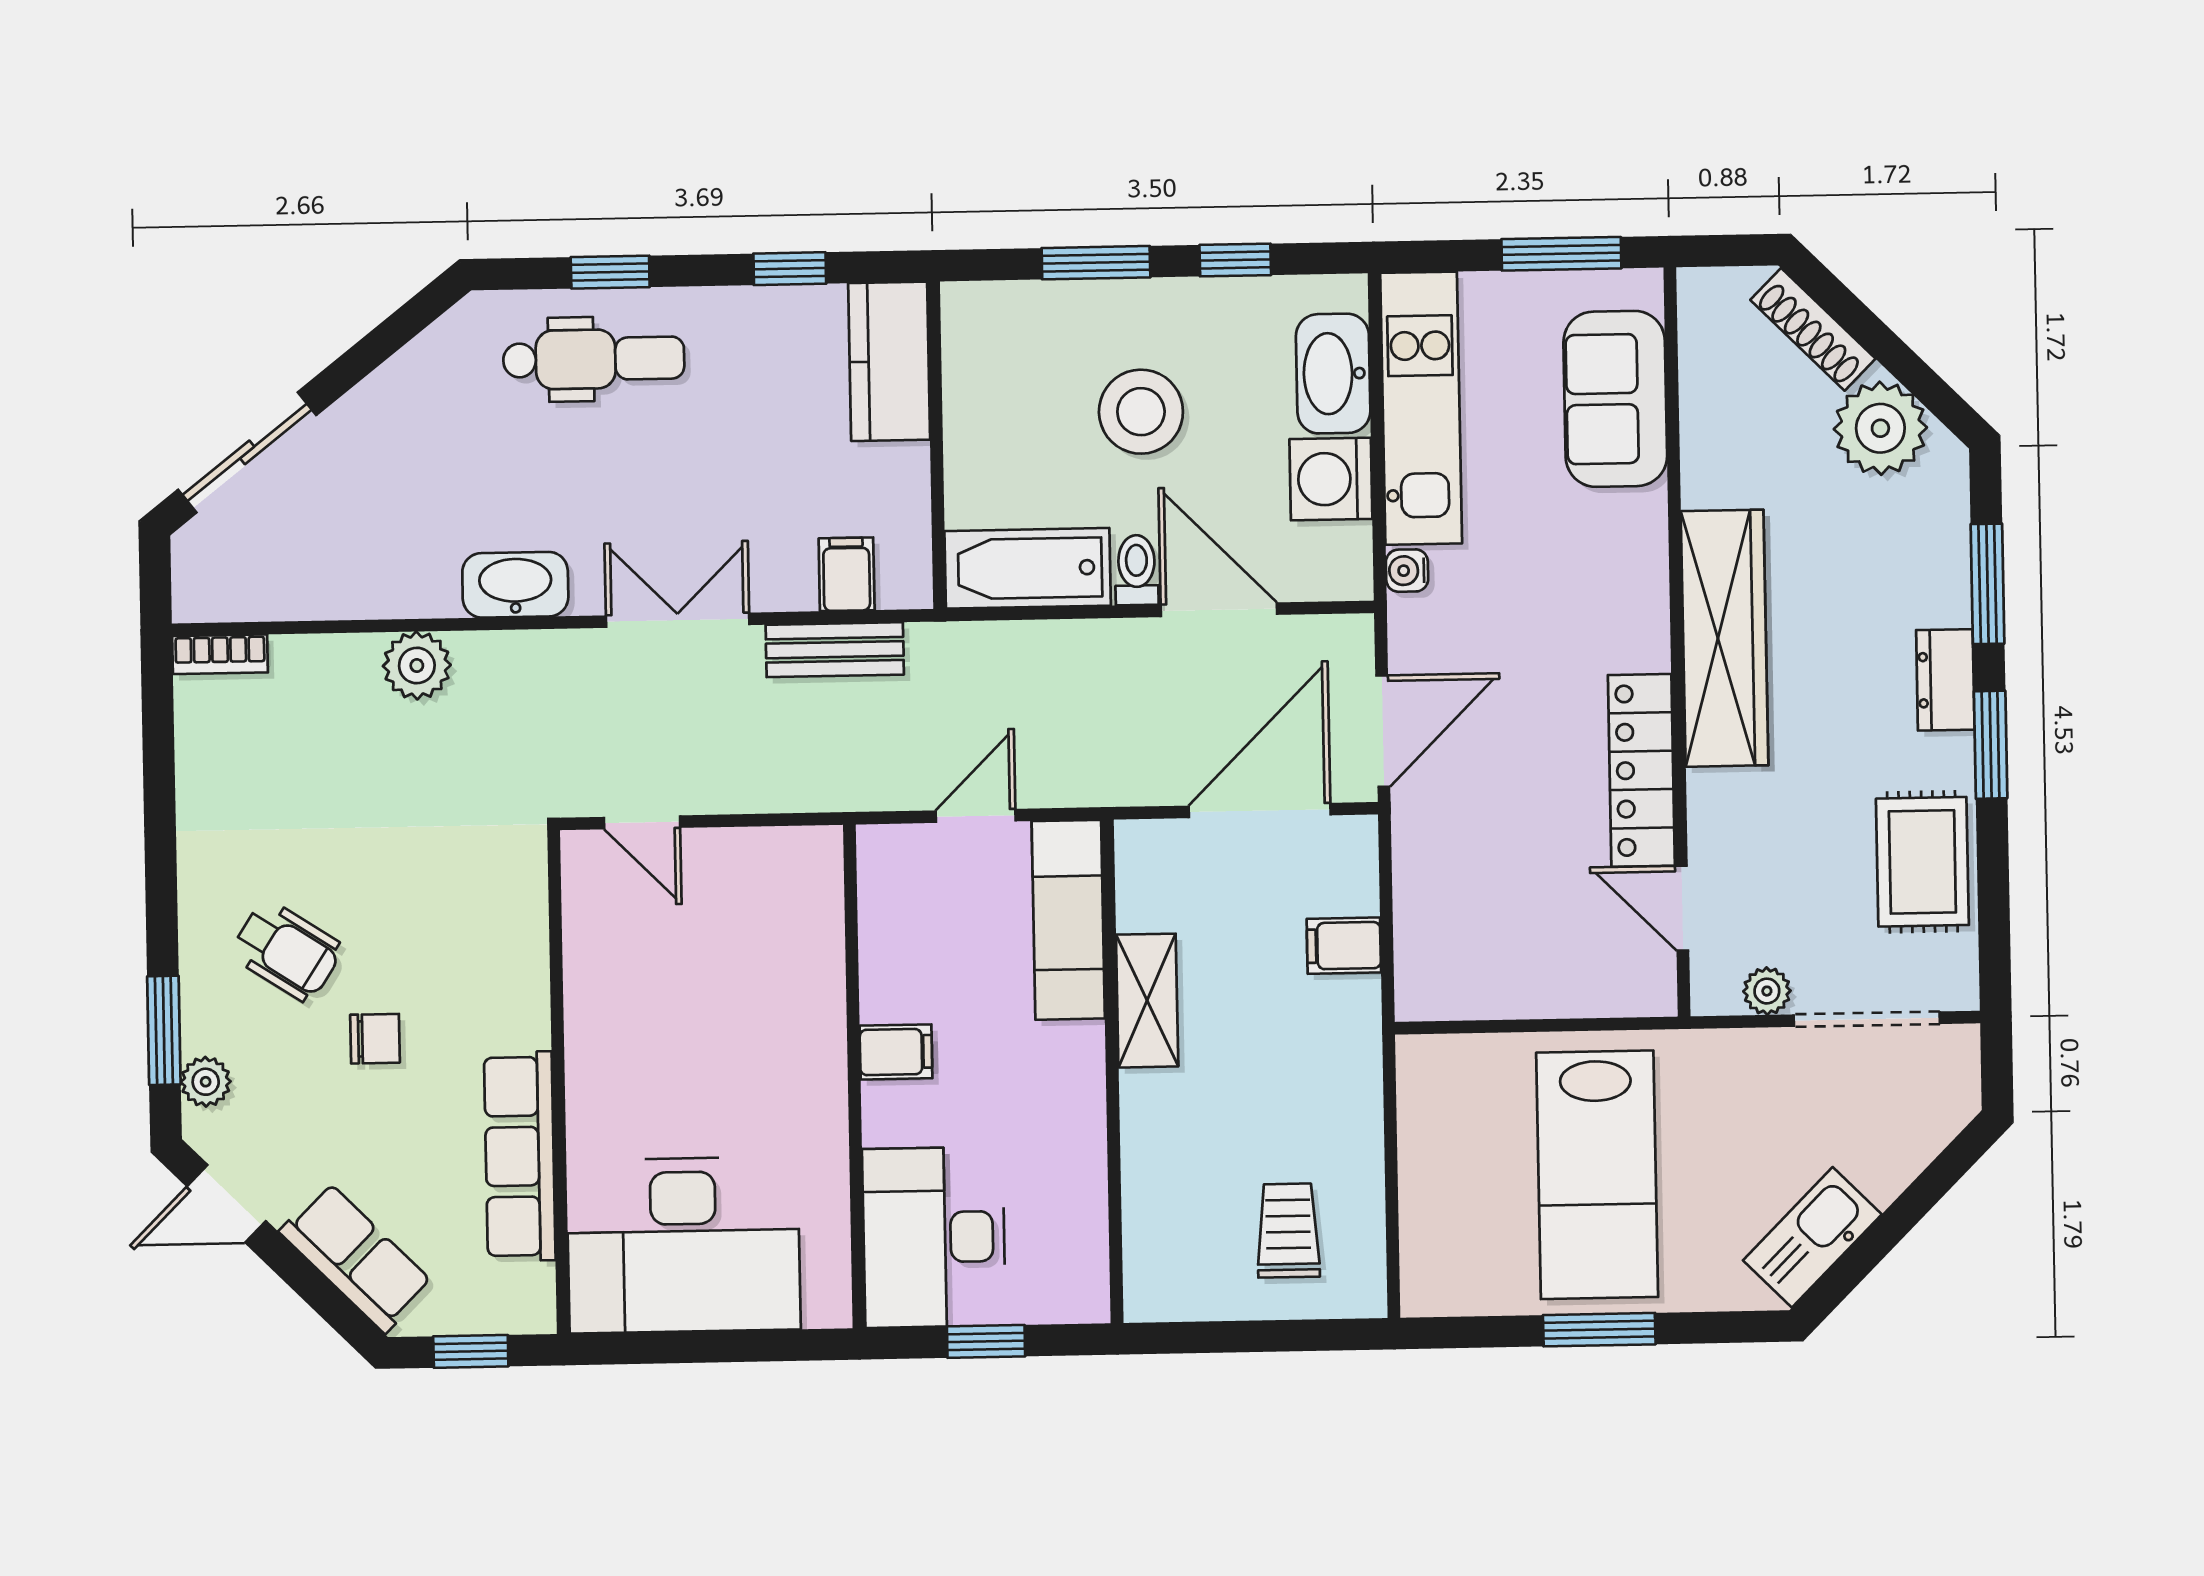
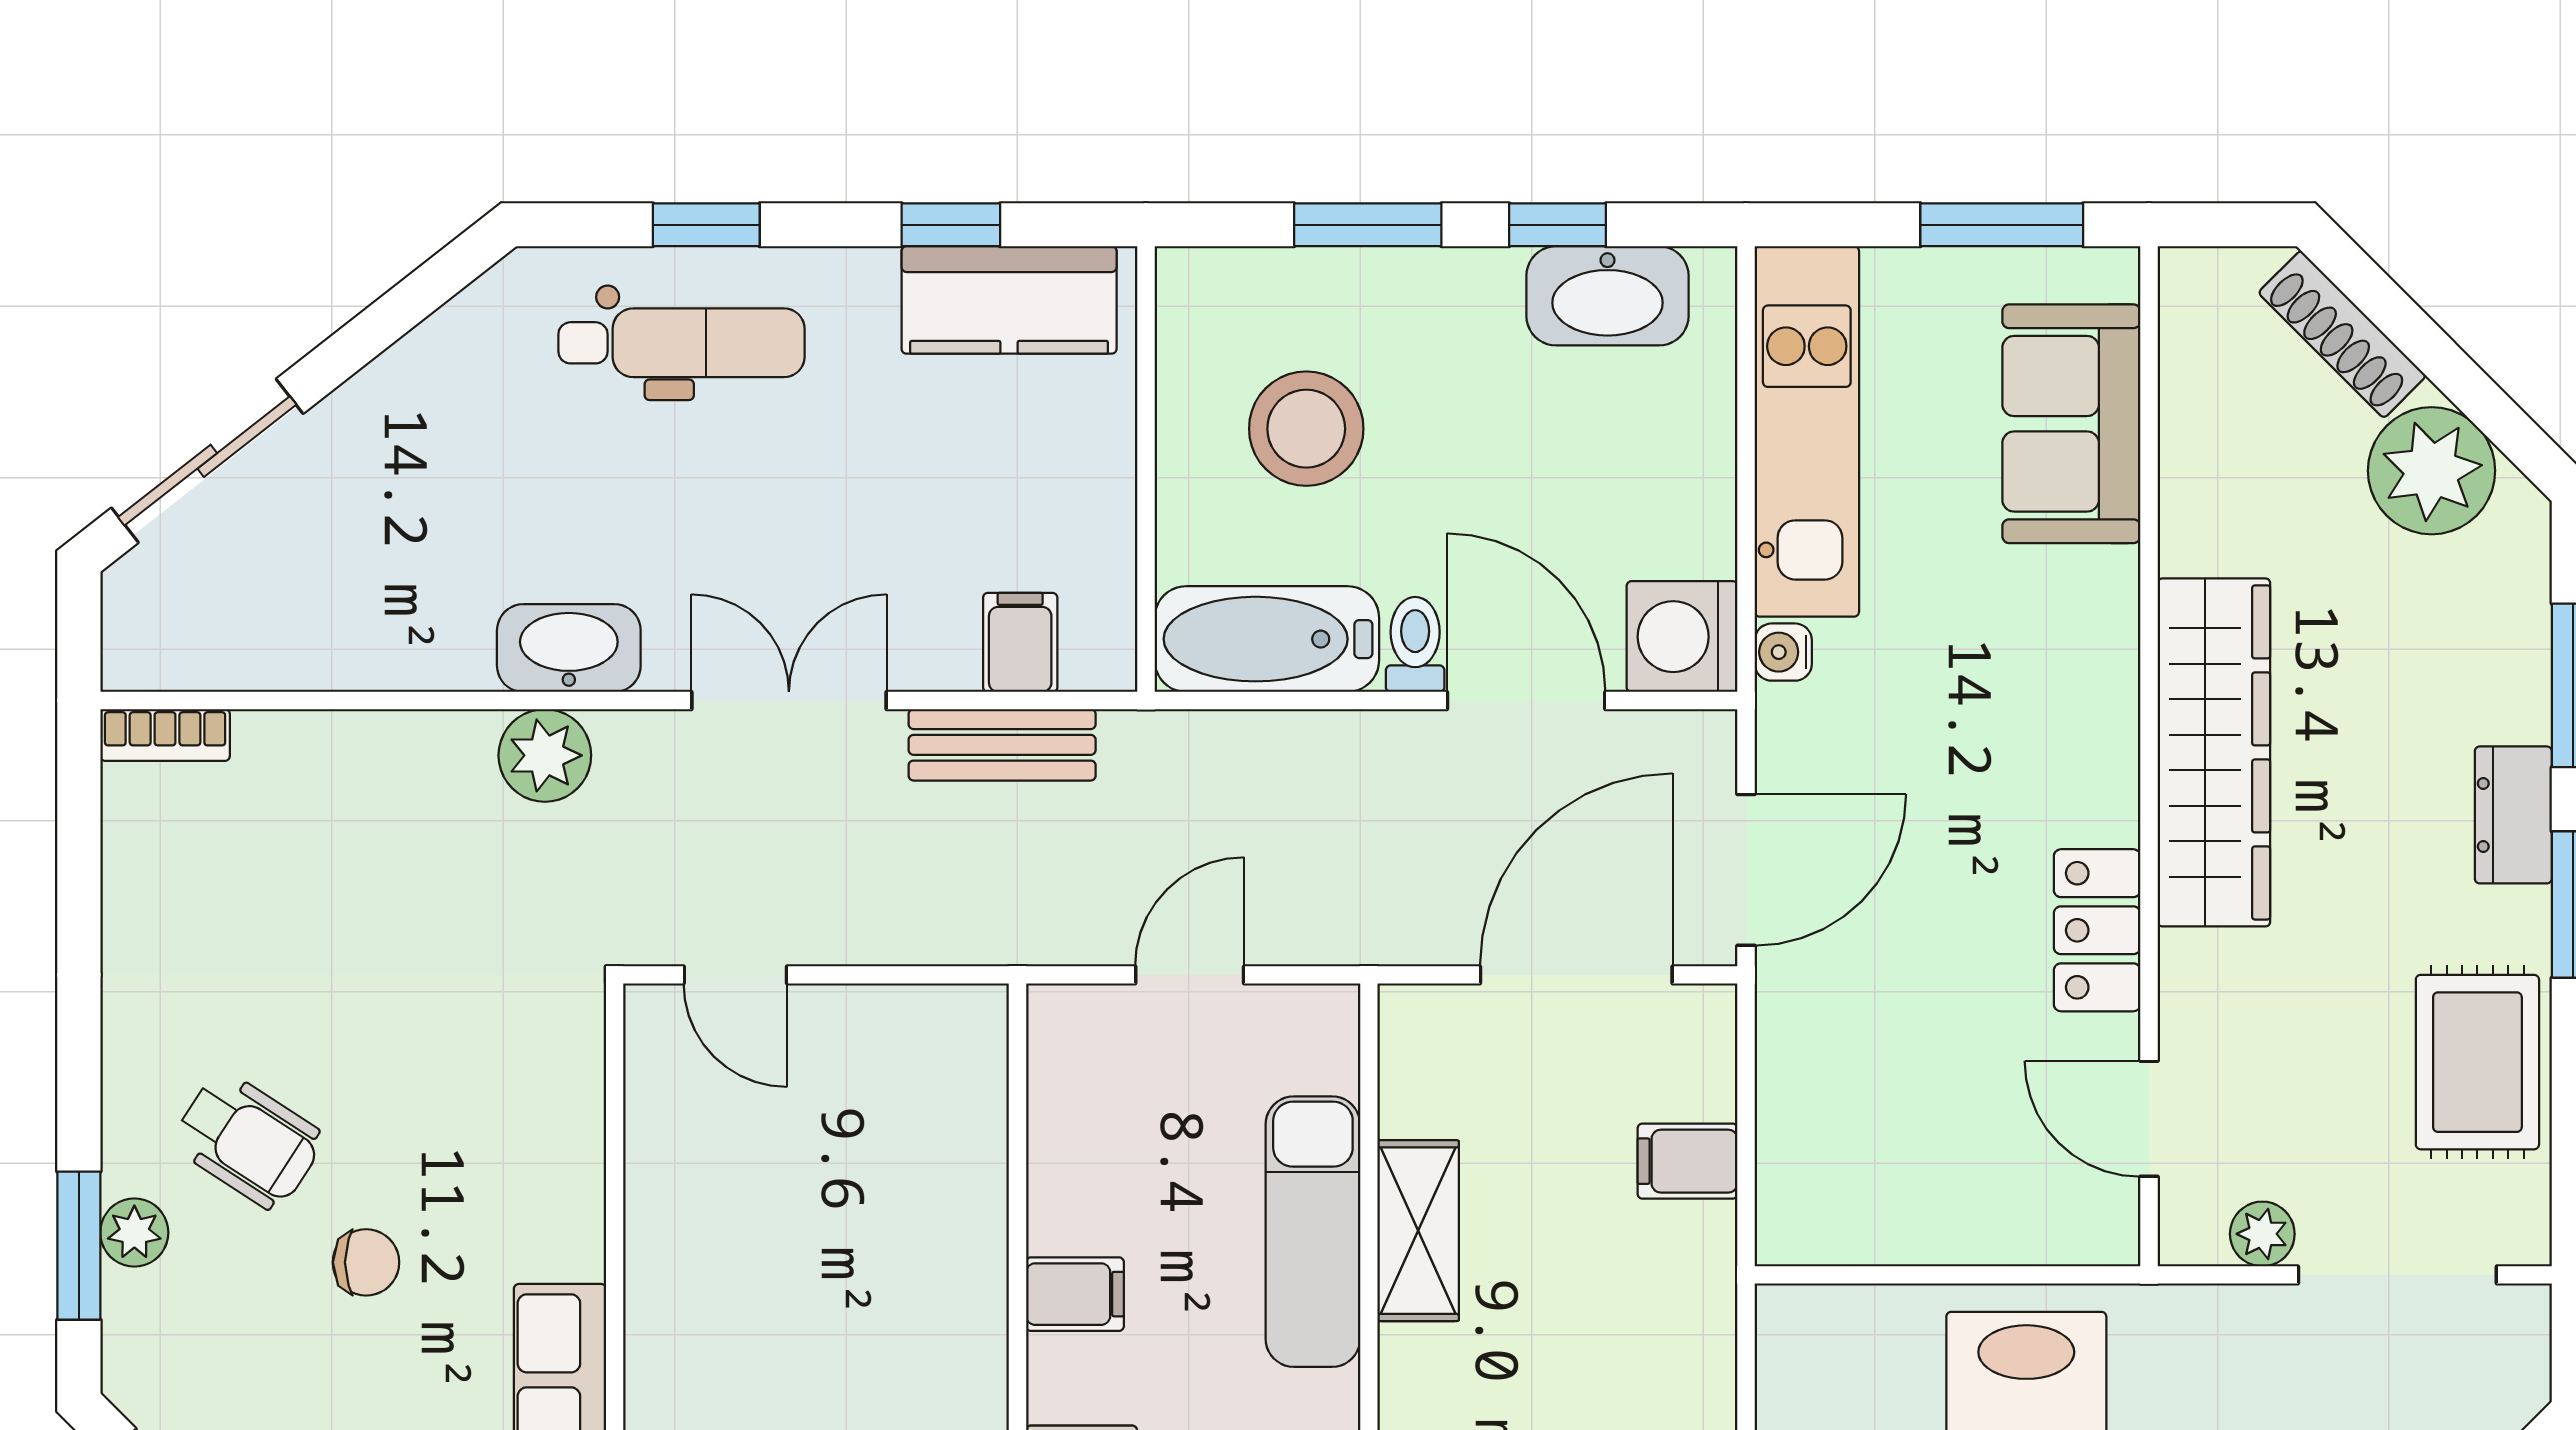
kitchen counter: (889, 361) -> (1009, 300), moved, turned -90
washbasin: (1333, 374) -> (1608, 296), moved, turned -90
stool: (1141, 412) -> (1306, 429), moved
washing machine: (1331, 479) -> (1682, 637), moved
plant: (417, 666) -> (545, 755), moved
locker: (1641, 770) -> (2097, 930), width x0.66
exam couch: (1068, 920) -> (1313, 1232), moved
plant: (206, 1082) -> (134, 1233), moved

